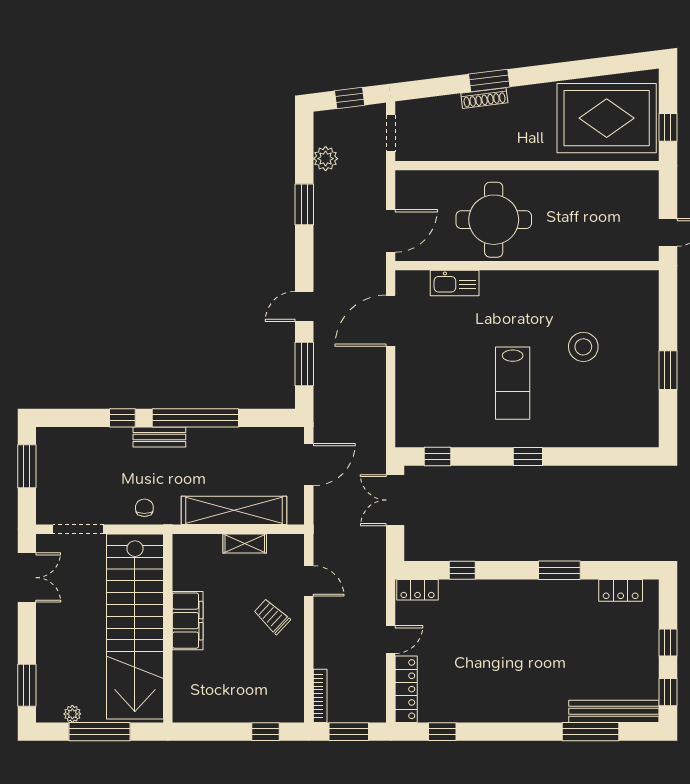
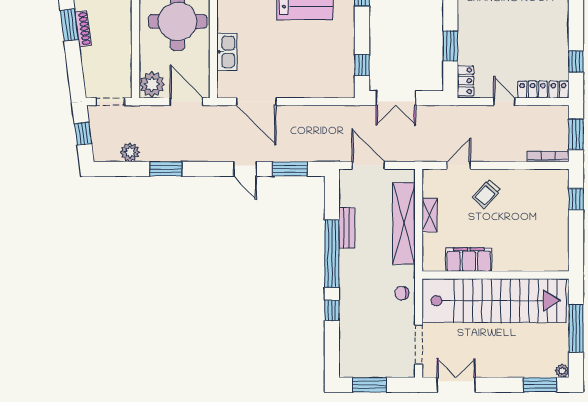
plant: (413, 186) -> (152, 84), added
bench: (159, 437) -> (347, 228), moved
window: (462, 570) -> (450, 46), width x1.50
filing cabinet: (188, 621) -> (469, 260), moved
plant: (72, 714) -> (562, 371), moved

